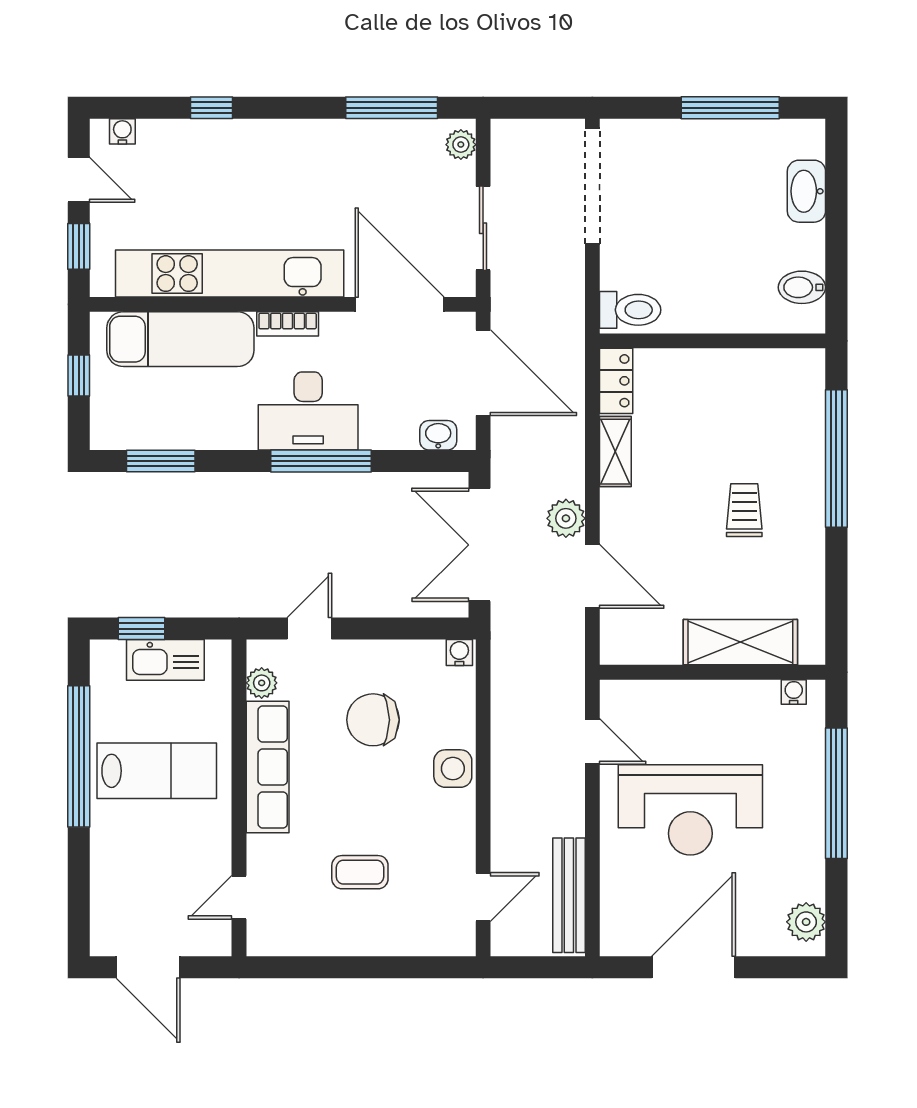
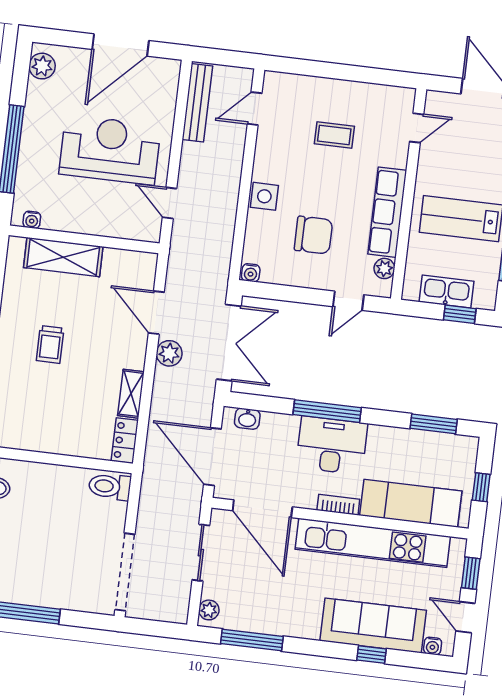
sofa: (214, 151) -> (373, 625), added

